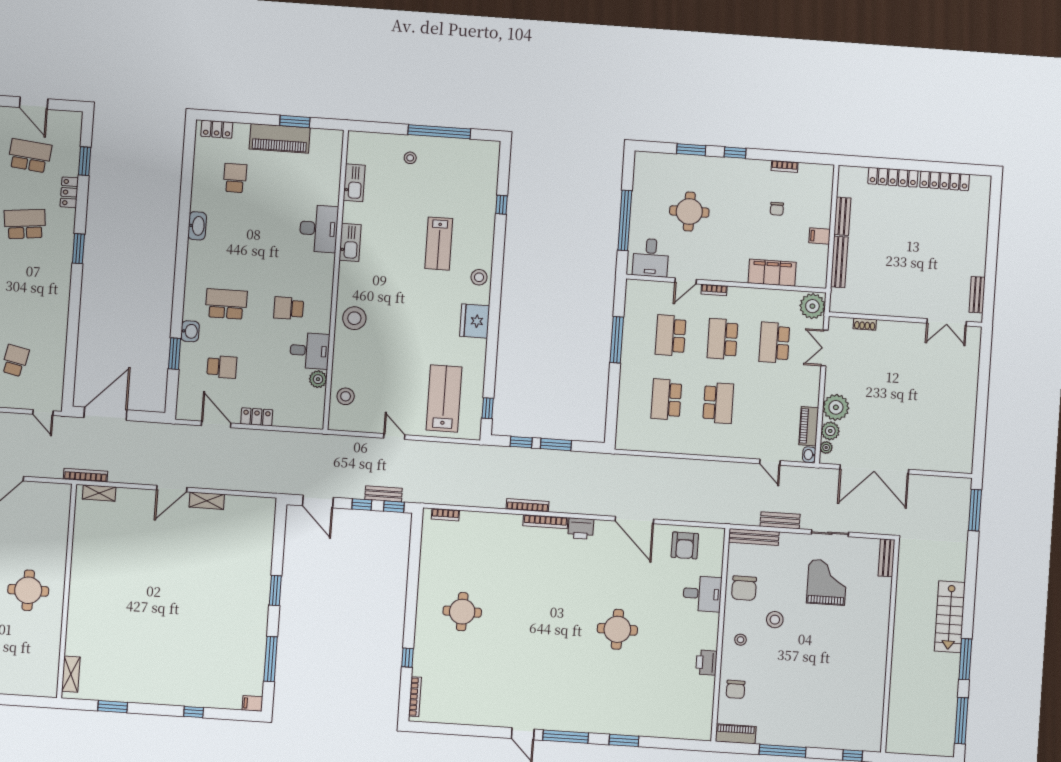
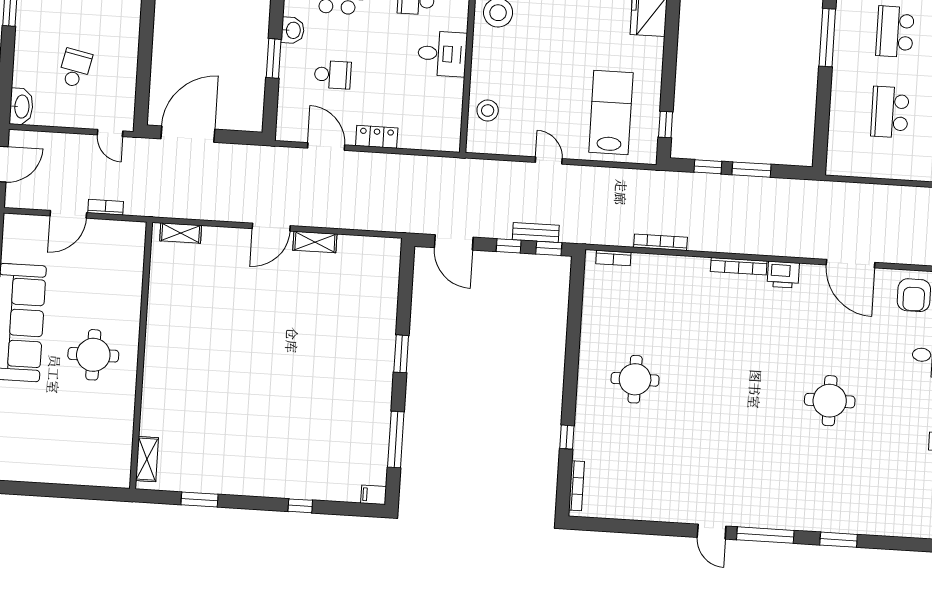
plant: (318, 379) -> (453, 89), removed
bookcase: (86, 475) -> (106, 207), moved, width x0.64
bookcase: (528, 505) -> (660, 242), moved

